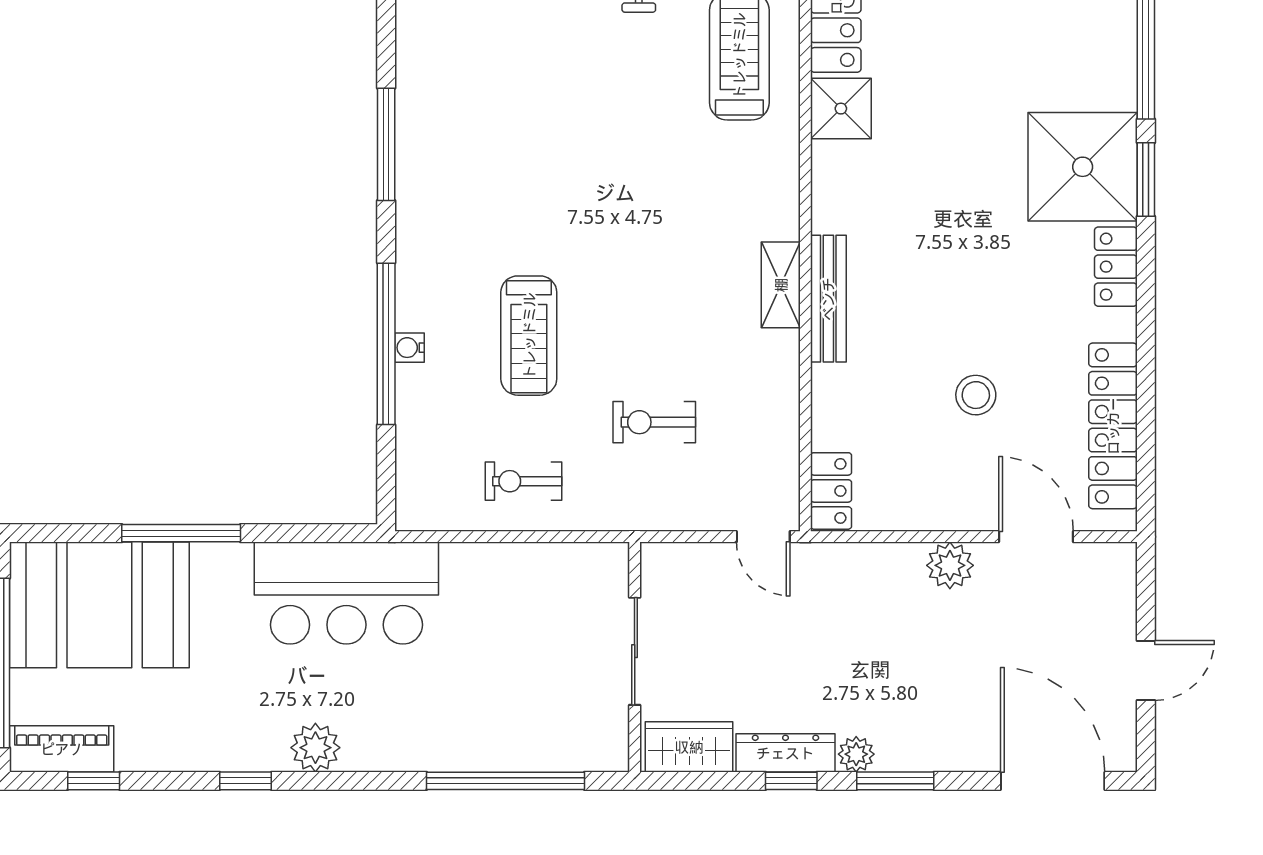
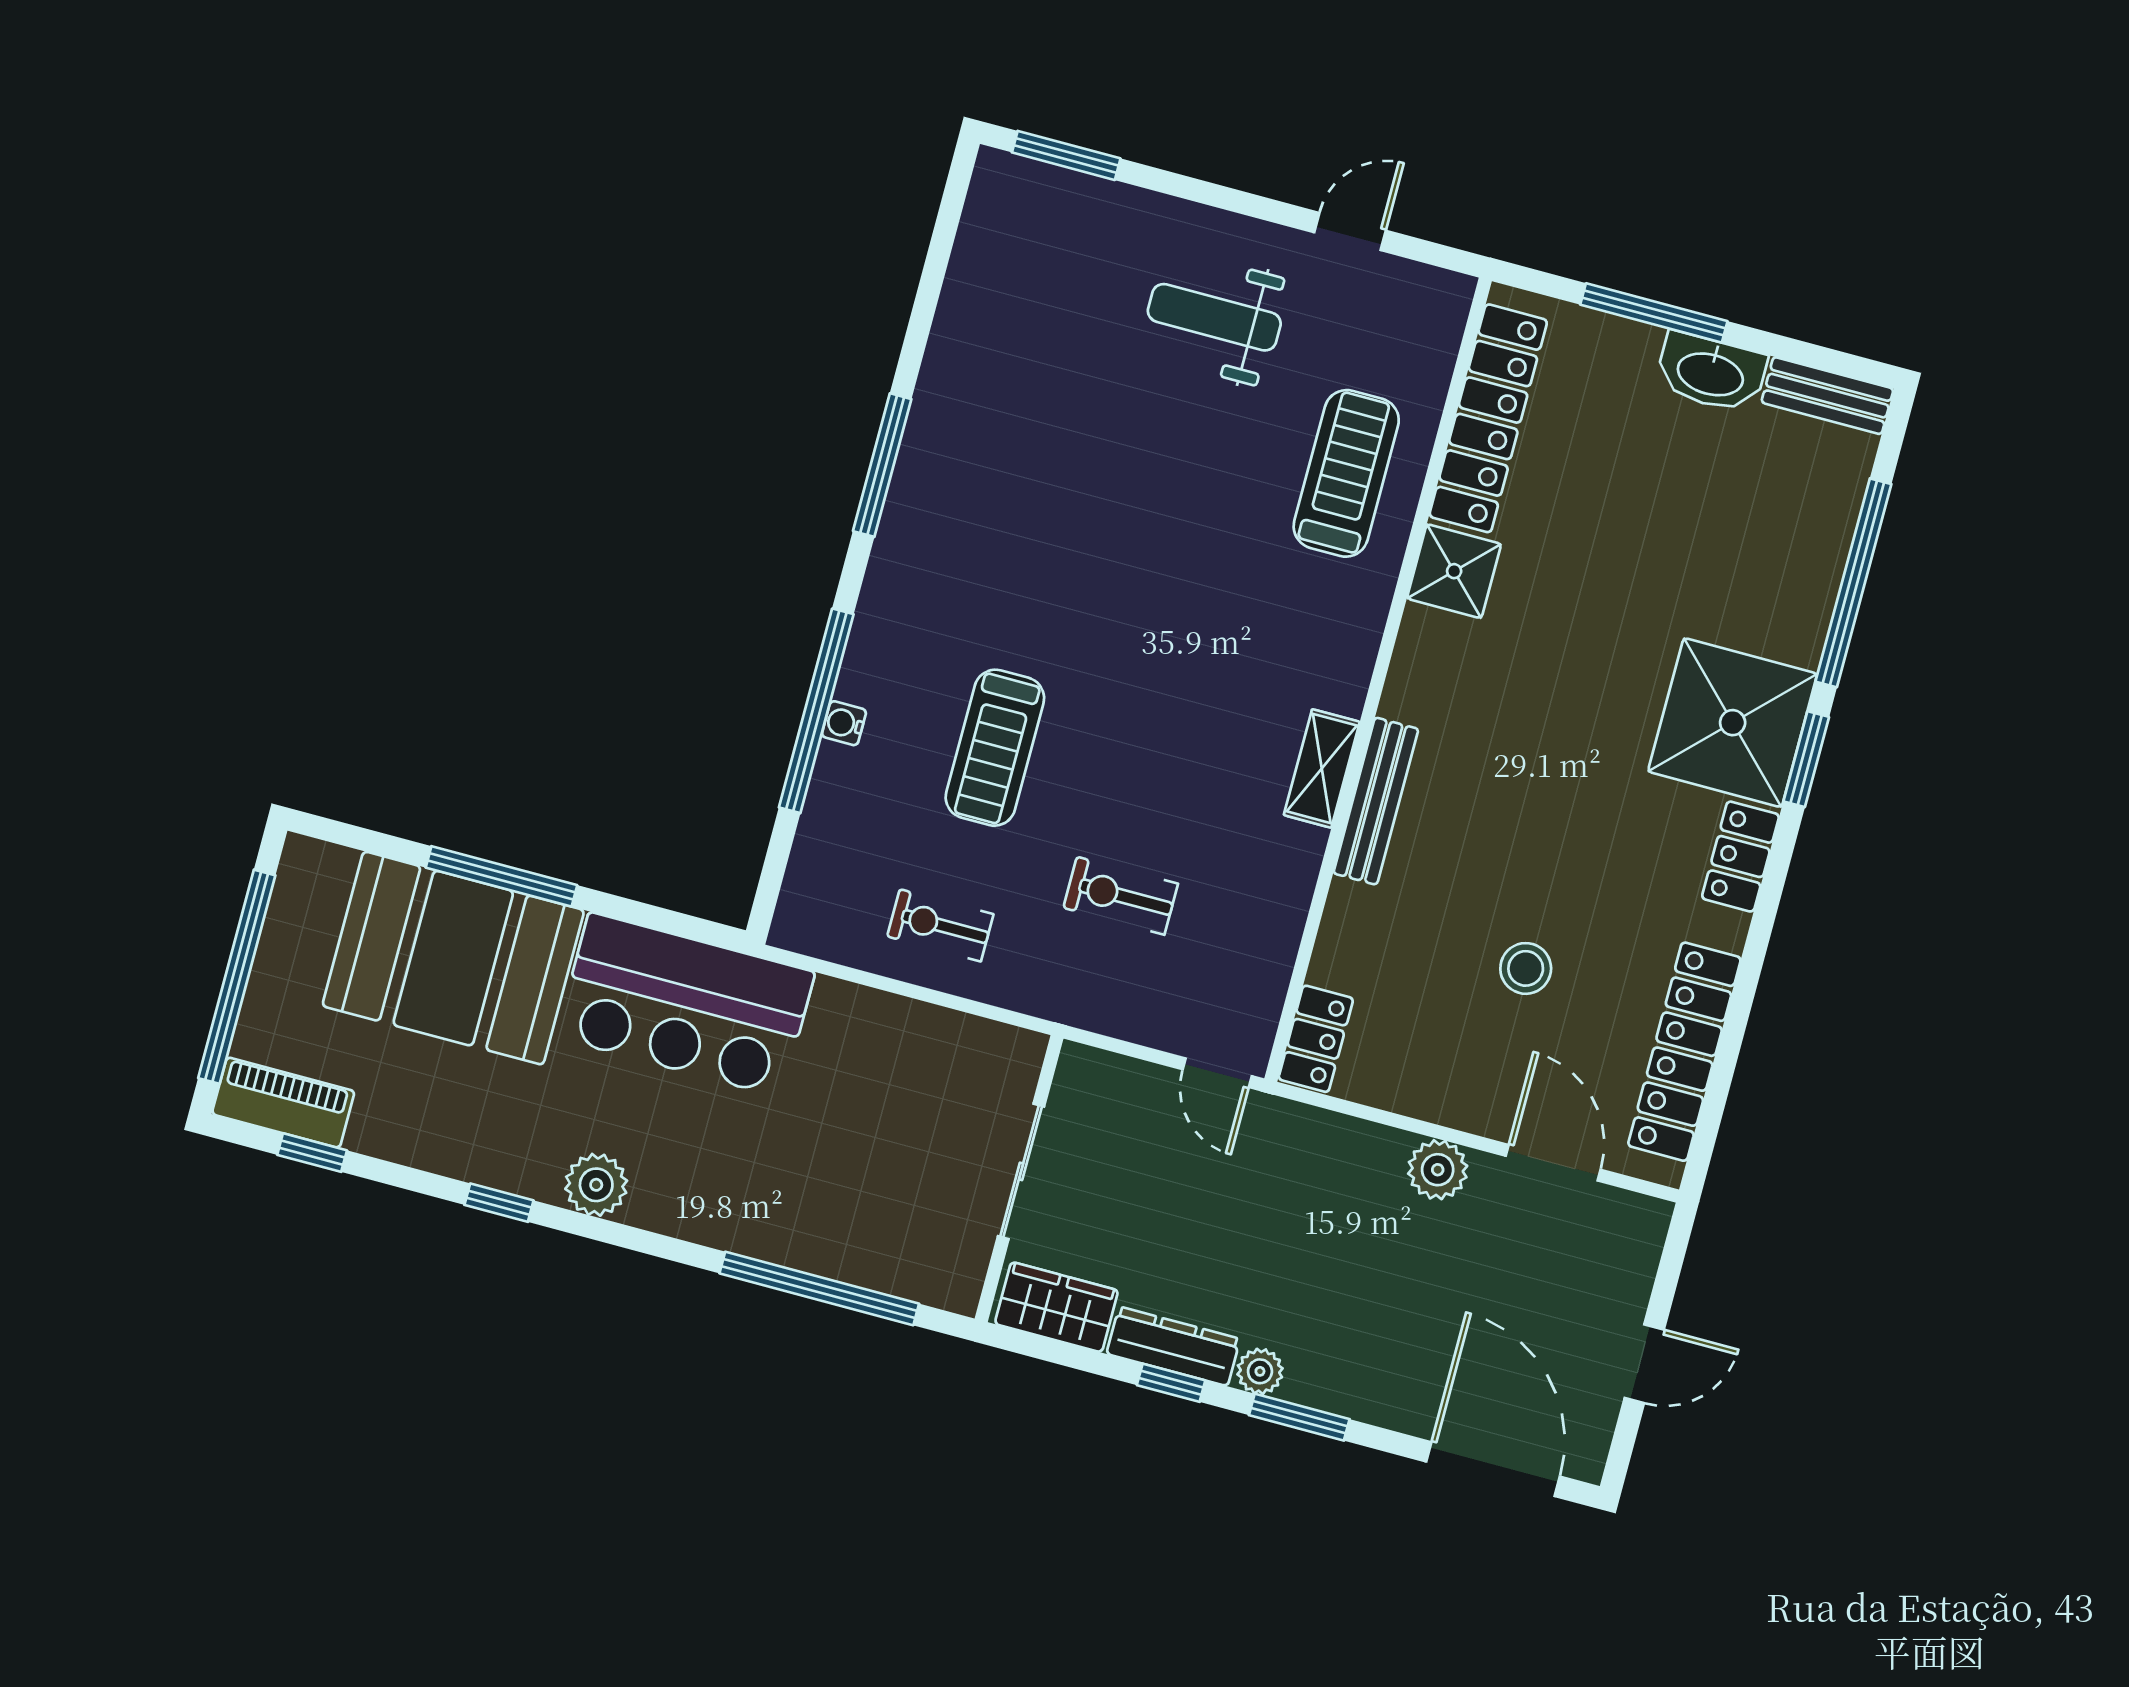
booth: (99, 605) -> (453, 958), moved

